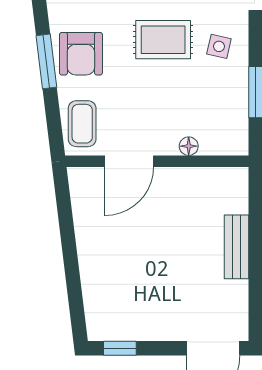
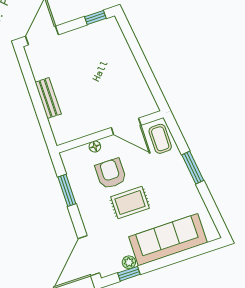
side table: (219, 46) -> (97, 209), removed
armchair: (81, 54) -> (111, 174), moved
door: (129, 161) -> (126, 126), swing flipped

